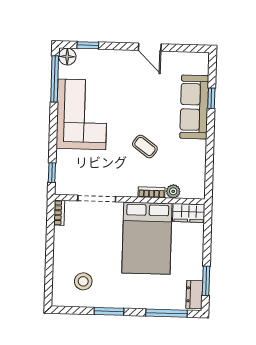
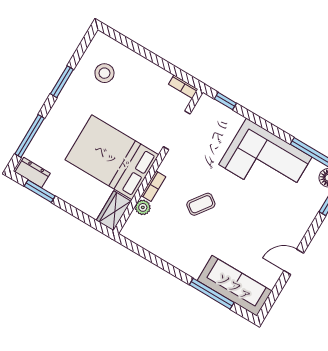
window: (211, 98) -> (212, 294), width x2.17
sofa: (194, 107) -> (235, 286), moved

